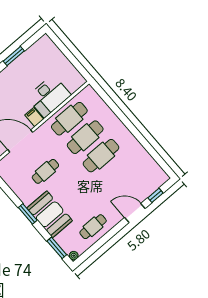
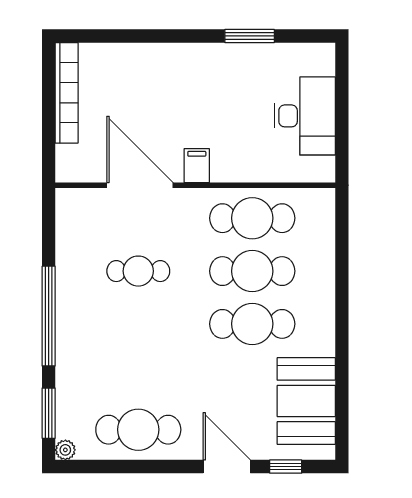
desk: (49, 96) -> (305, 116), moved, turned -90
window: (28, 214) -> (49, 316), width x2.11
booth: (50, 214) -> (306, 401), moved
cafe table: (93, 227) -> (138, 430), width x1.37, depth x1.35

